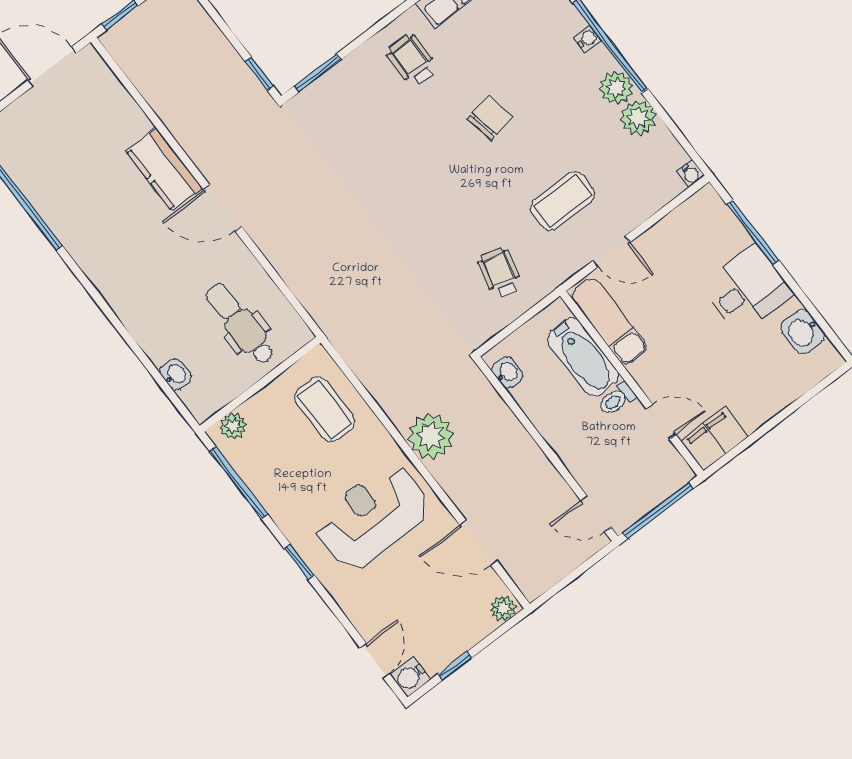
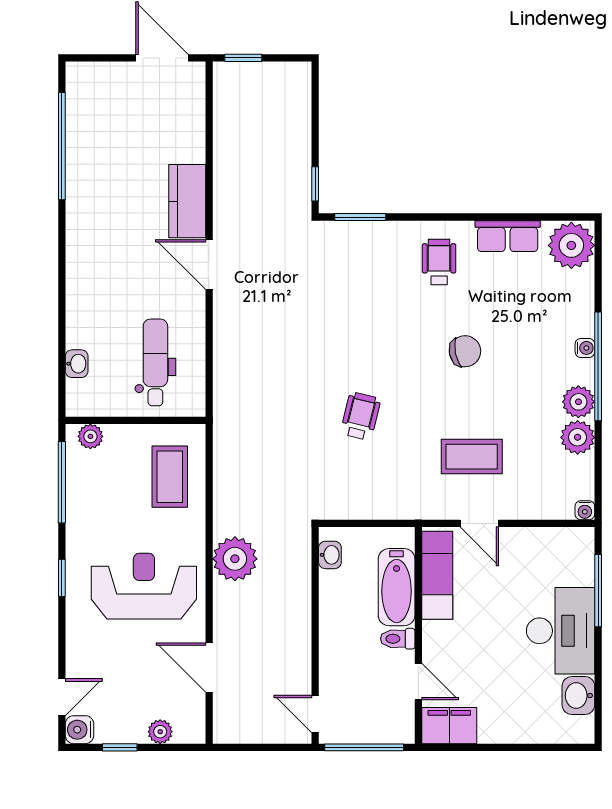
wheelchair: (500, 273) -> (361, 416), moved
desk: (747, 289) -> (561, 631), width x1.37
plant: (503, 608) -> (160, 732), moved

